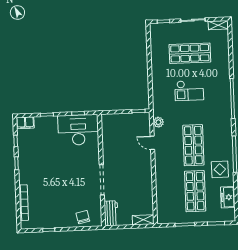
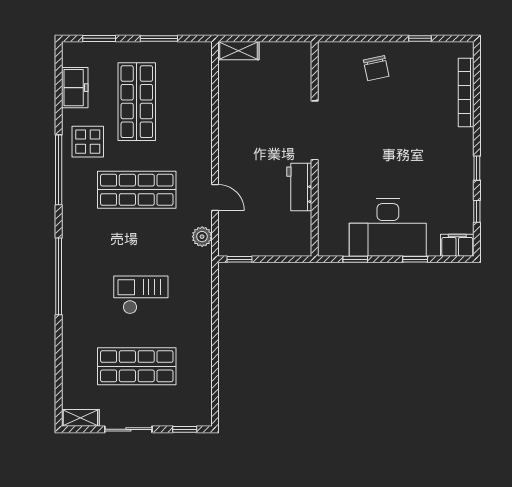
desk: (78, 130) -> (388, 228), moved
shop shelf: (193, 145) -> (137, 190), turned 90
workbench: (111, 213) -> (299, 187), moved
chair: (83, 217) -> (376, 68), moved

